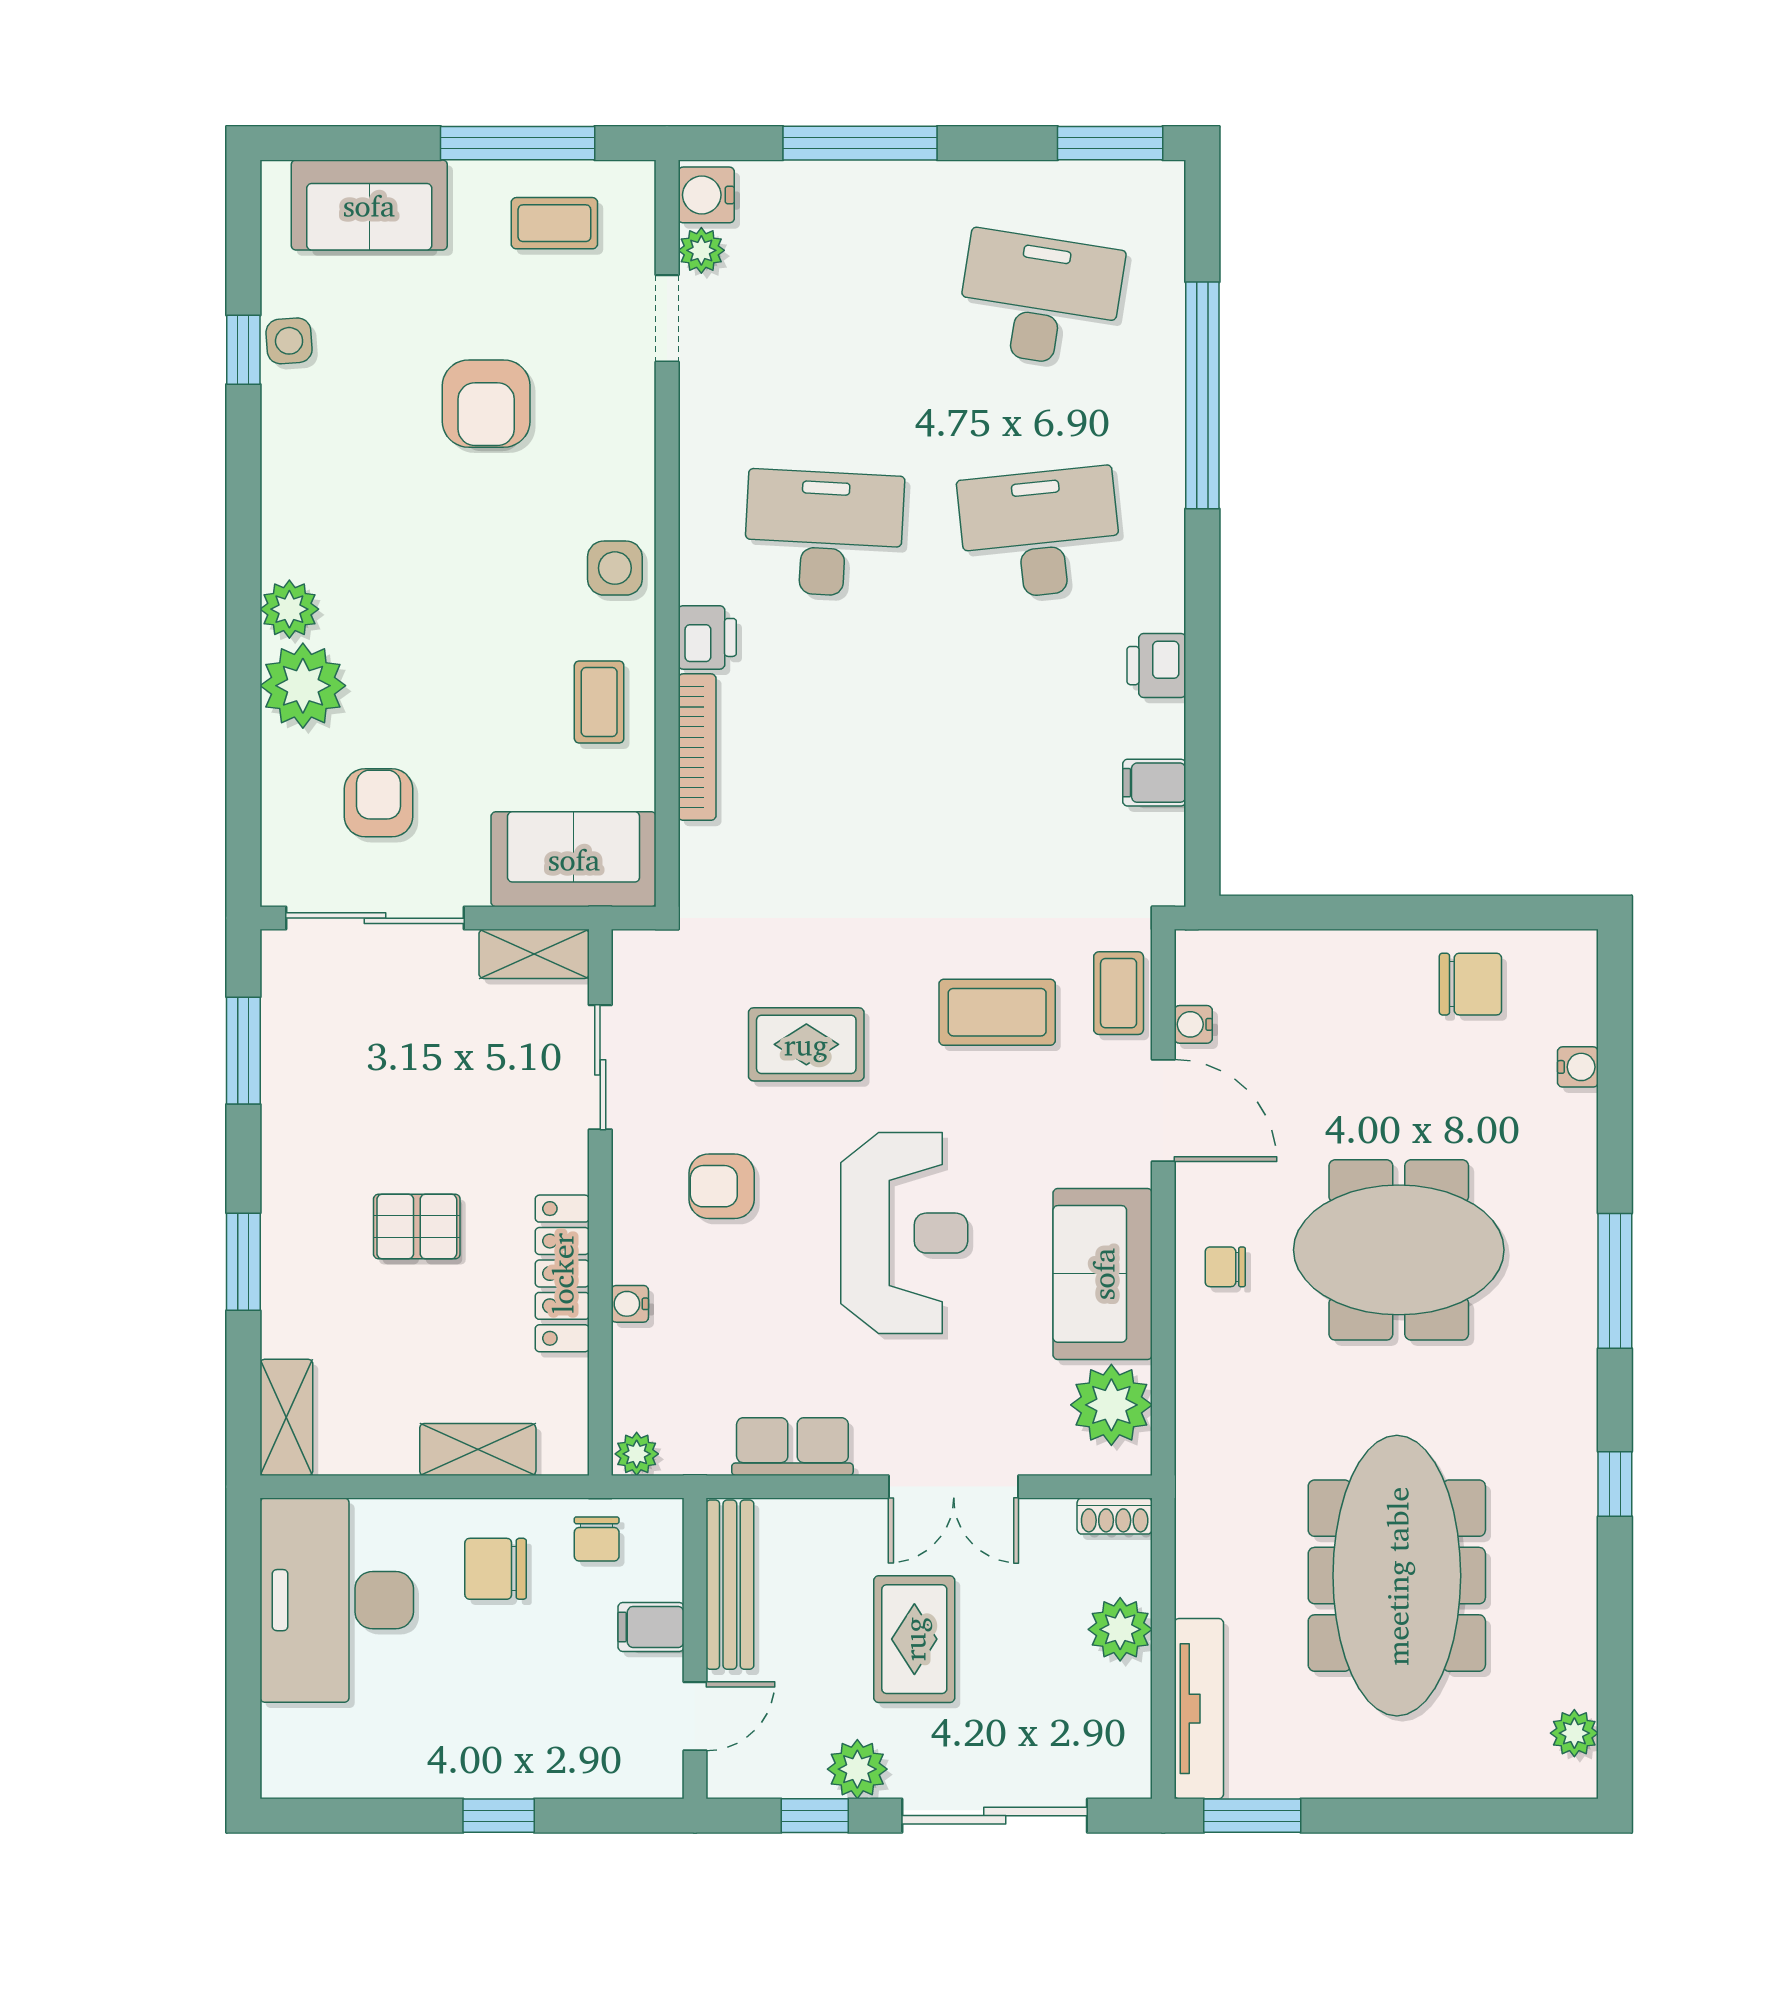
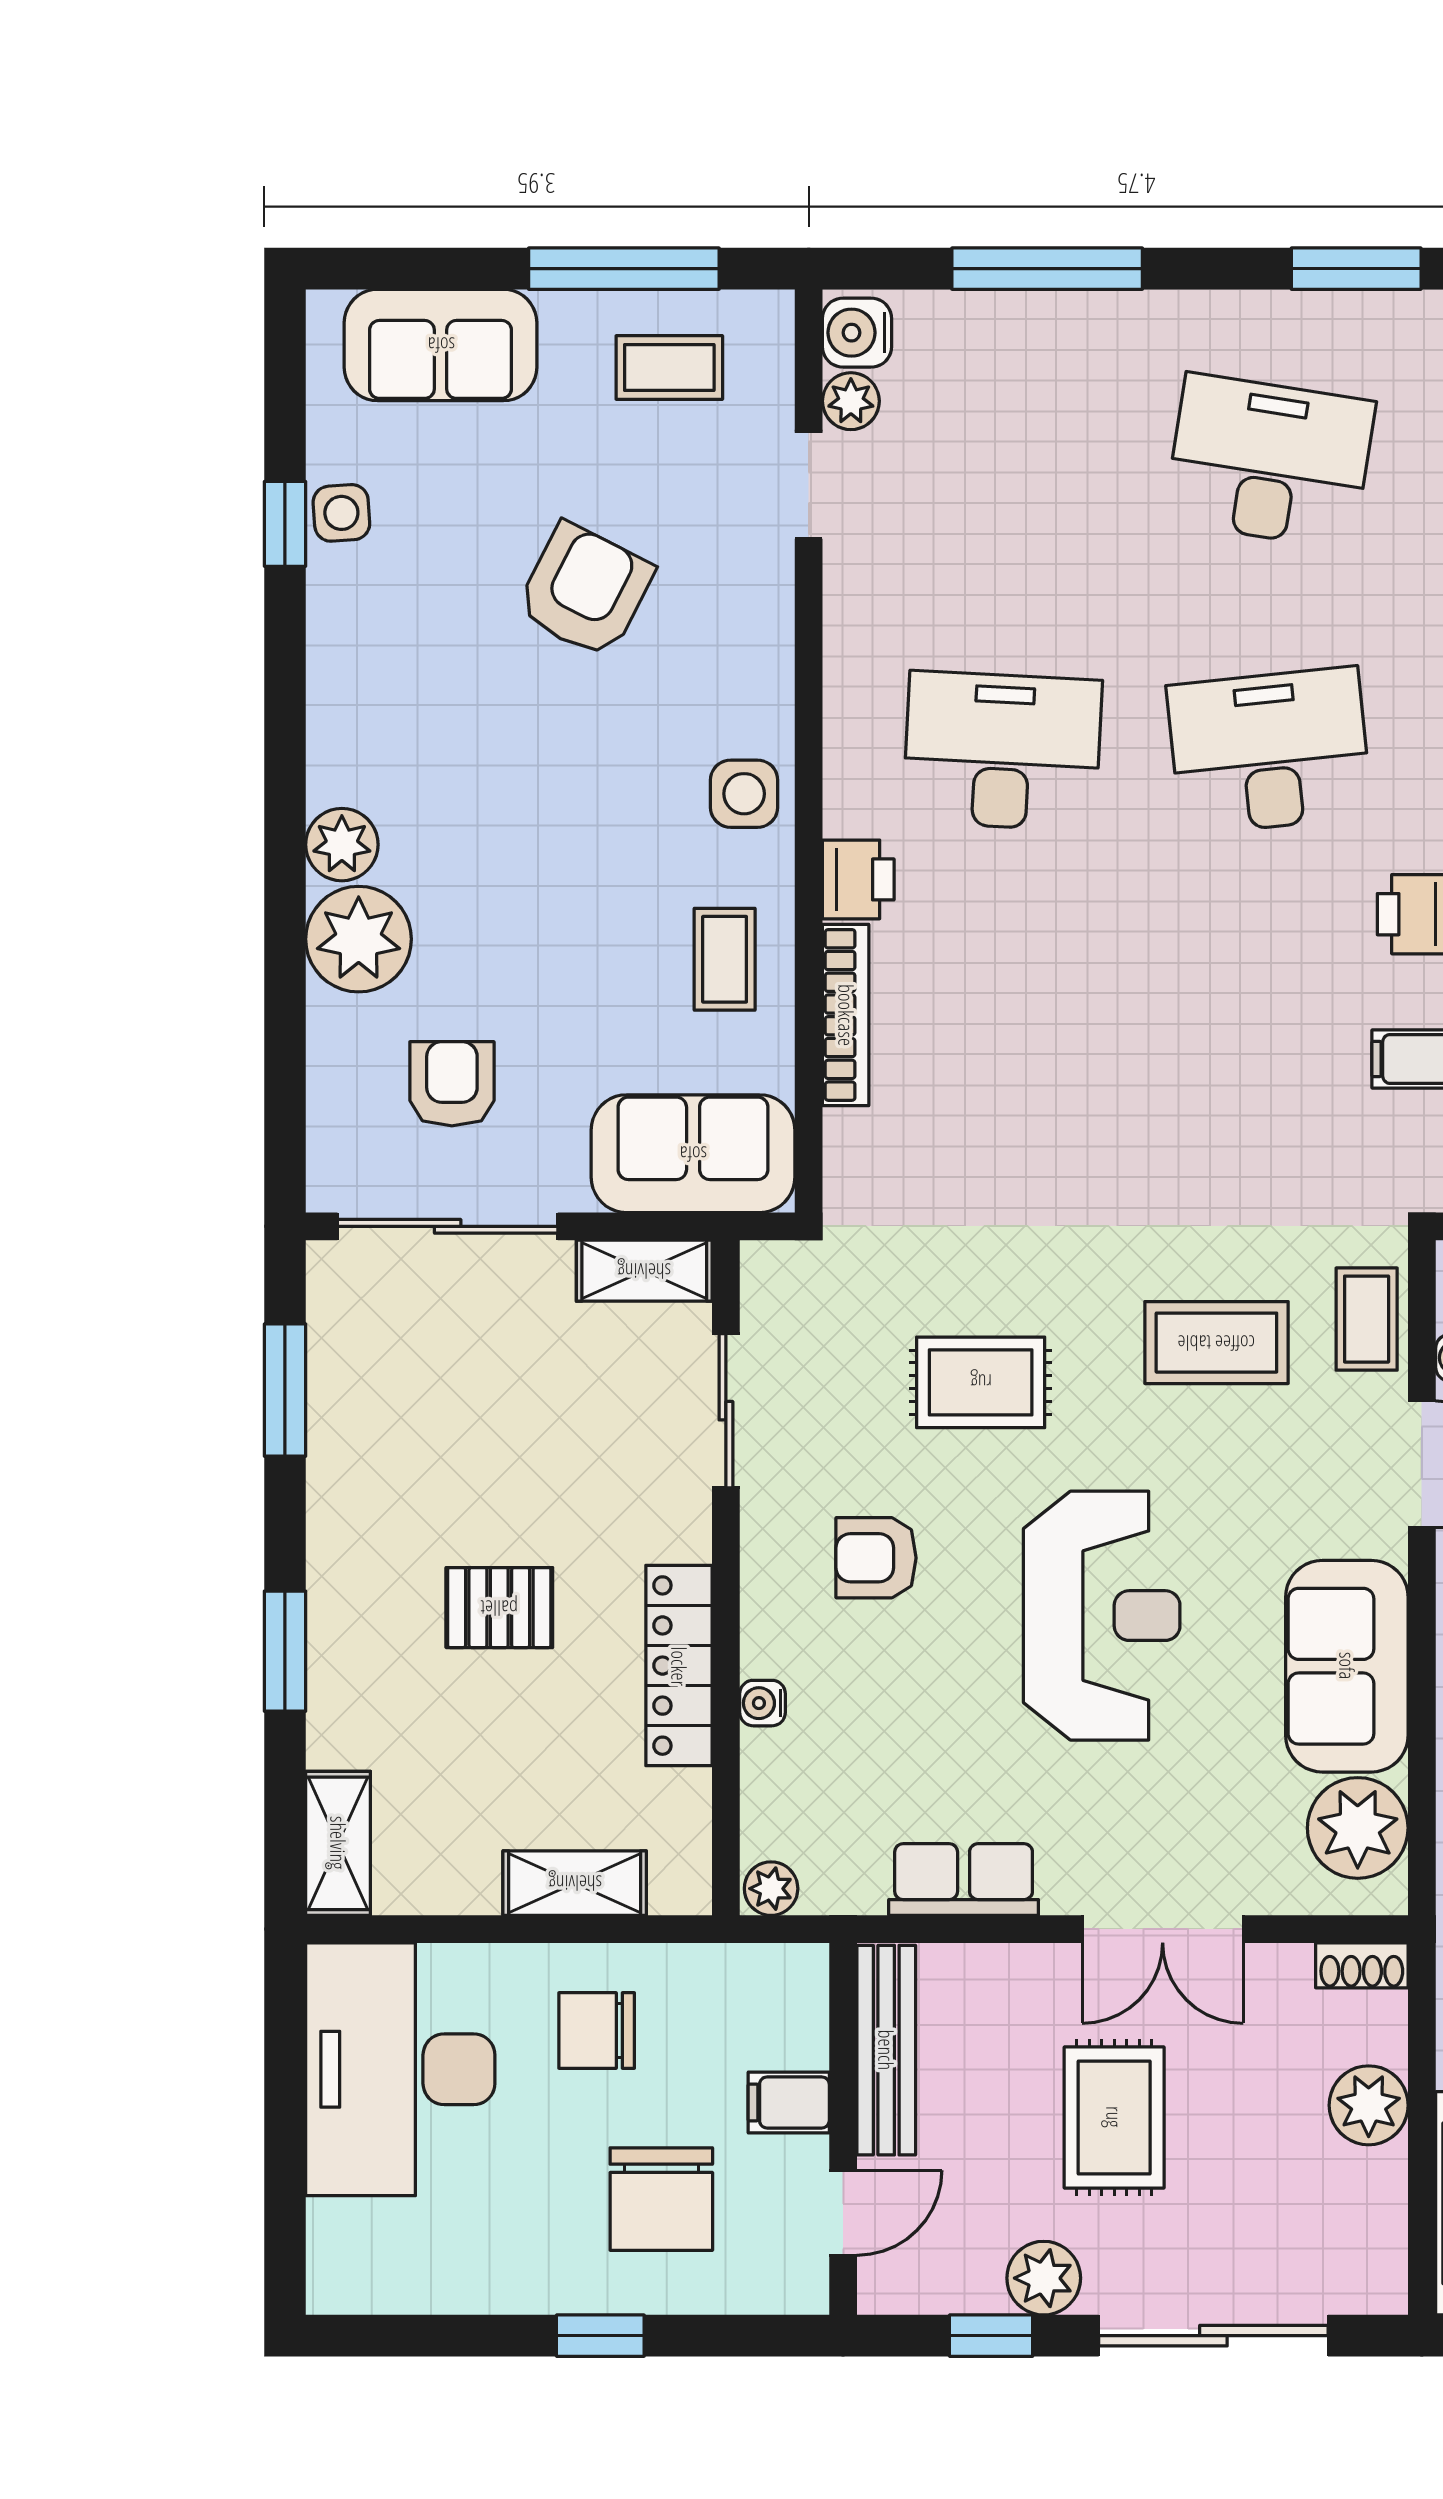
armchair: (486, 404) -> (585, 590), turned -153
chair: (597, 1539) -> (661, 2199), moved, width x1.87, depth x1.87

